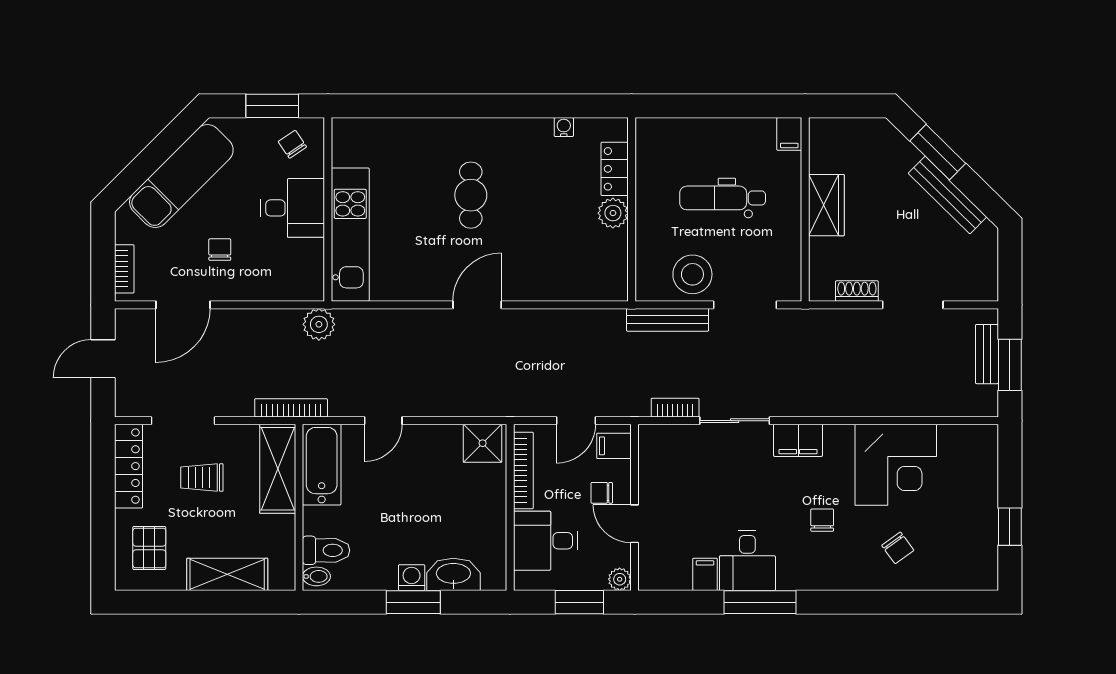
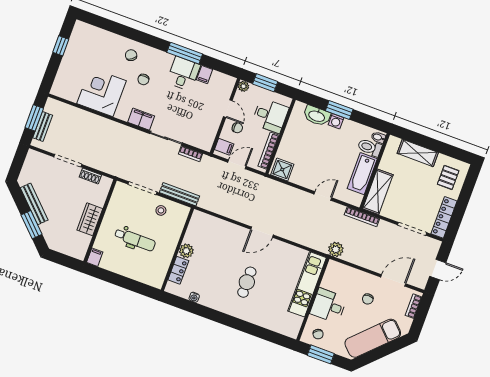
stool: (692, 274) -> (161, 210), width x0.53, depth x0.53
bathtub: (322, 465) -> (362, 174), moved
trolley: (202, 478) -> (413, 200), removed
chair: (898, 548) -> (131, 55), moved

